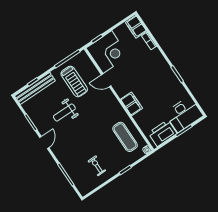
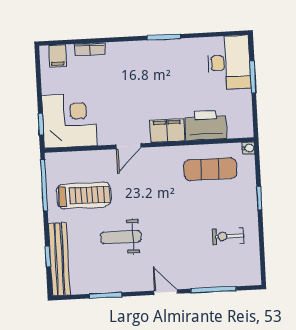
filing cabinet: (136, 27) -> (58, 56), width x0.50
door: (106, 80) -> (129, 146), moved
weight bench: (64, 113) -> (121, 237), turned 90
printer: (163, 133) -> (206, 125), moved, turned 90
door: (44, 143) -> (166, 292), moved

